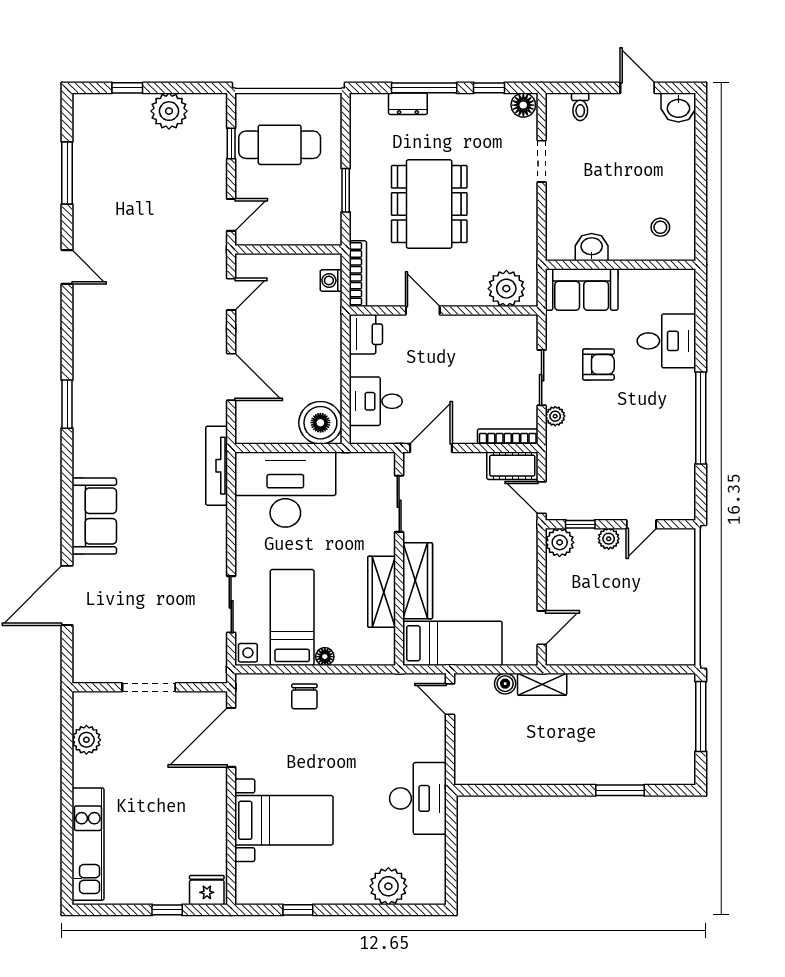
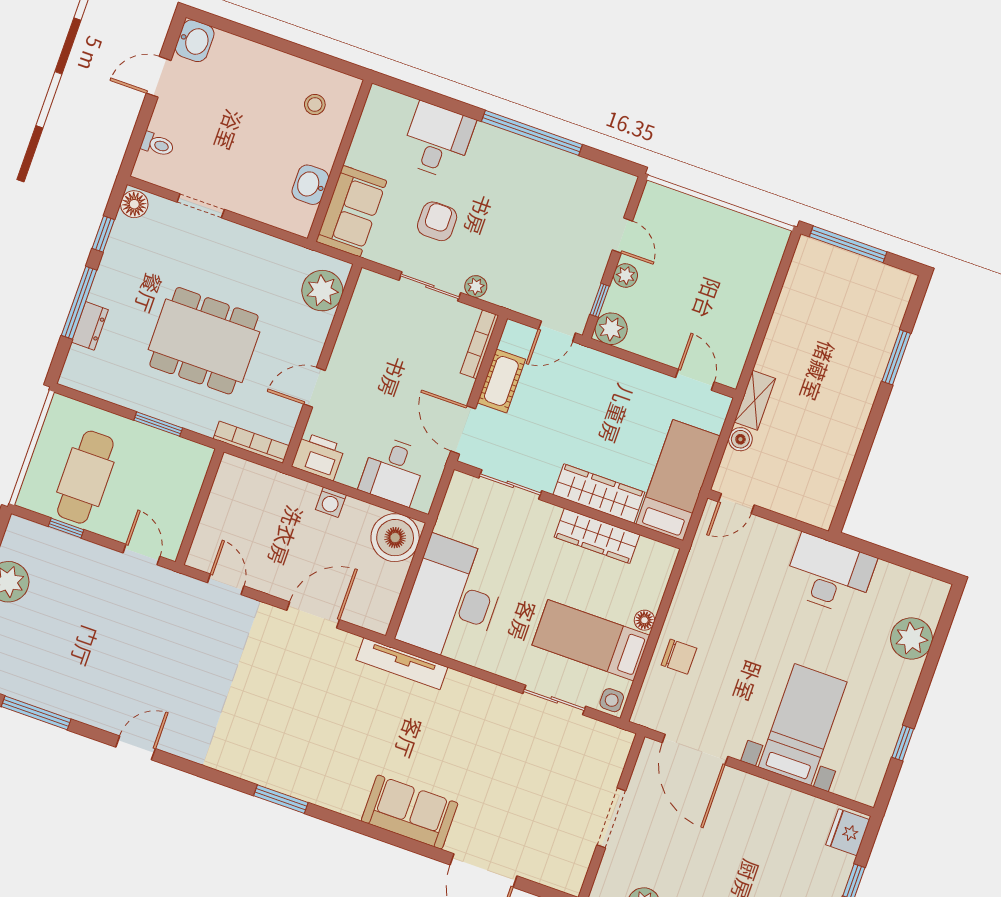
washing machine: (331, 280) -> (331, 502), moved
cot: (512, 466) -> (501, 381), moved

